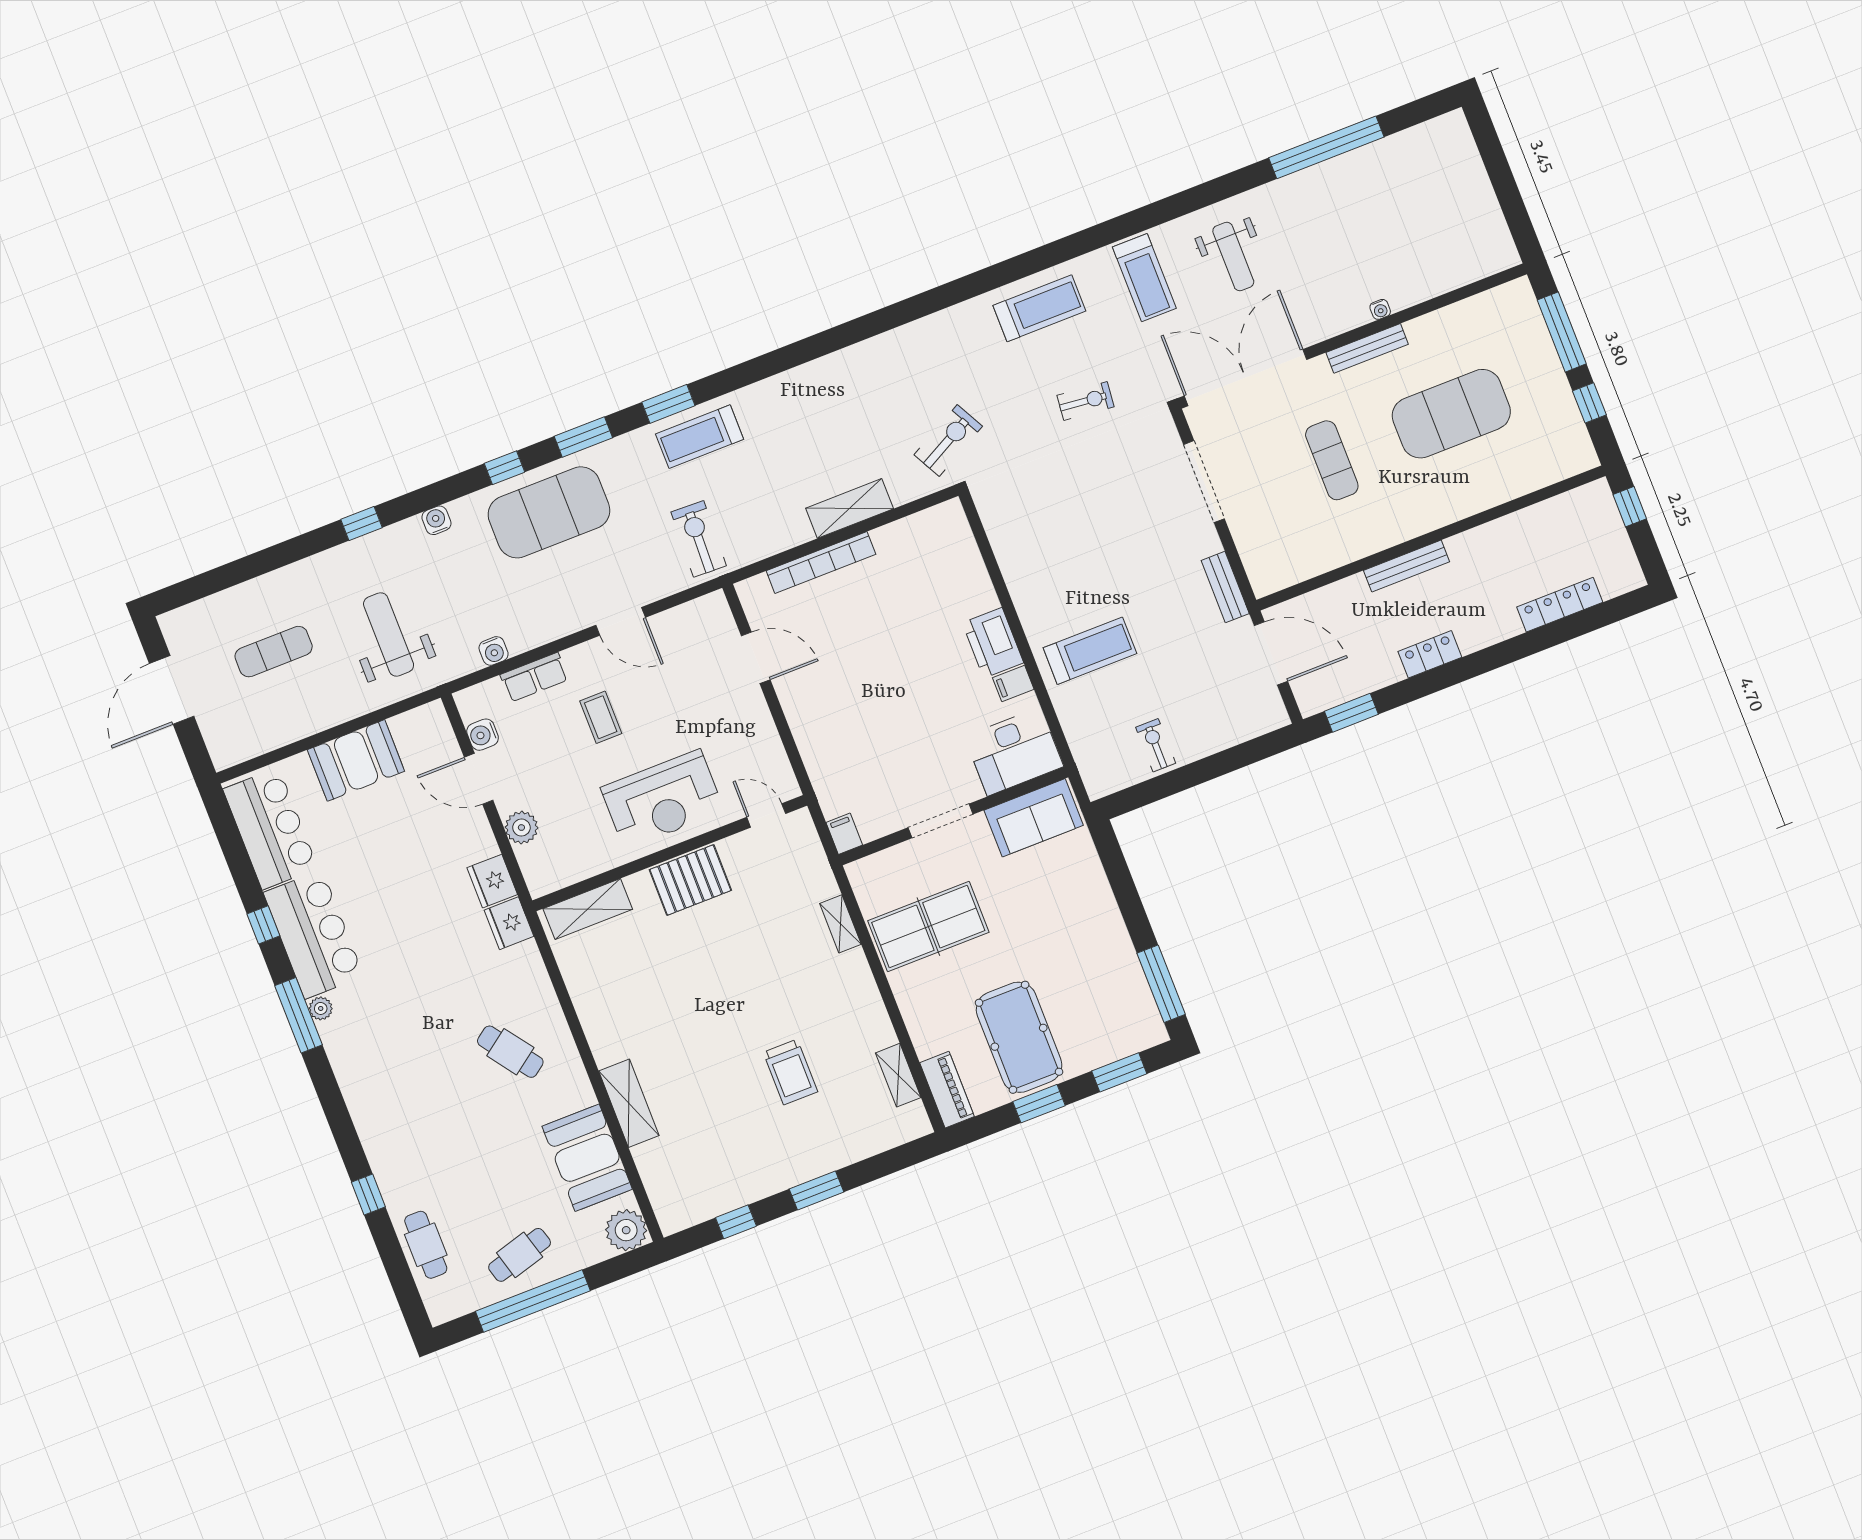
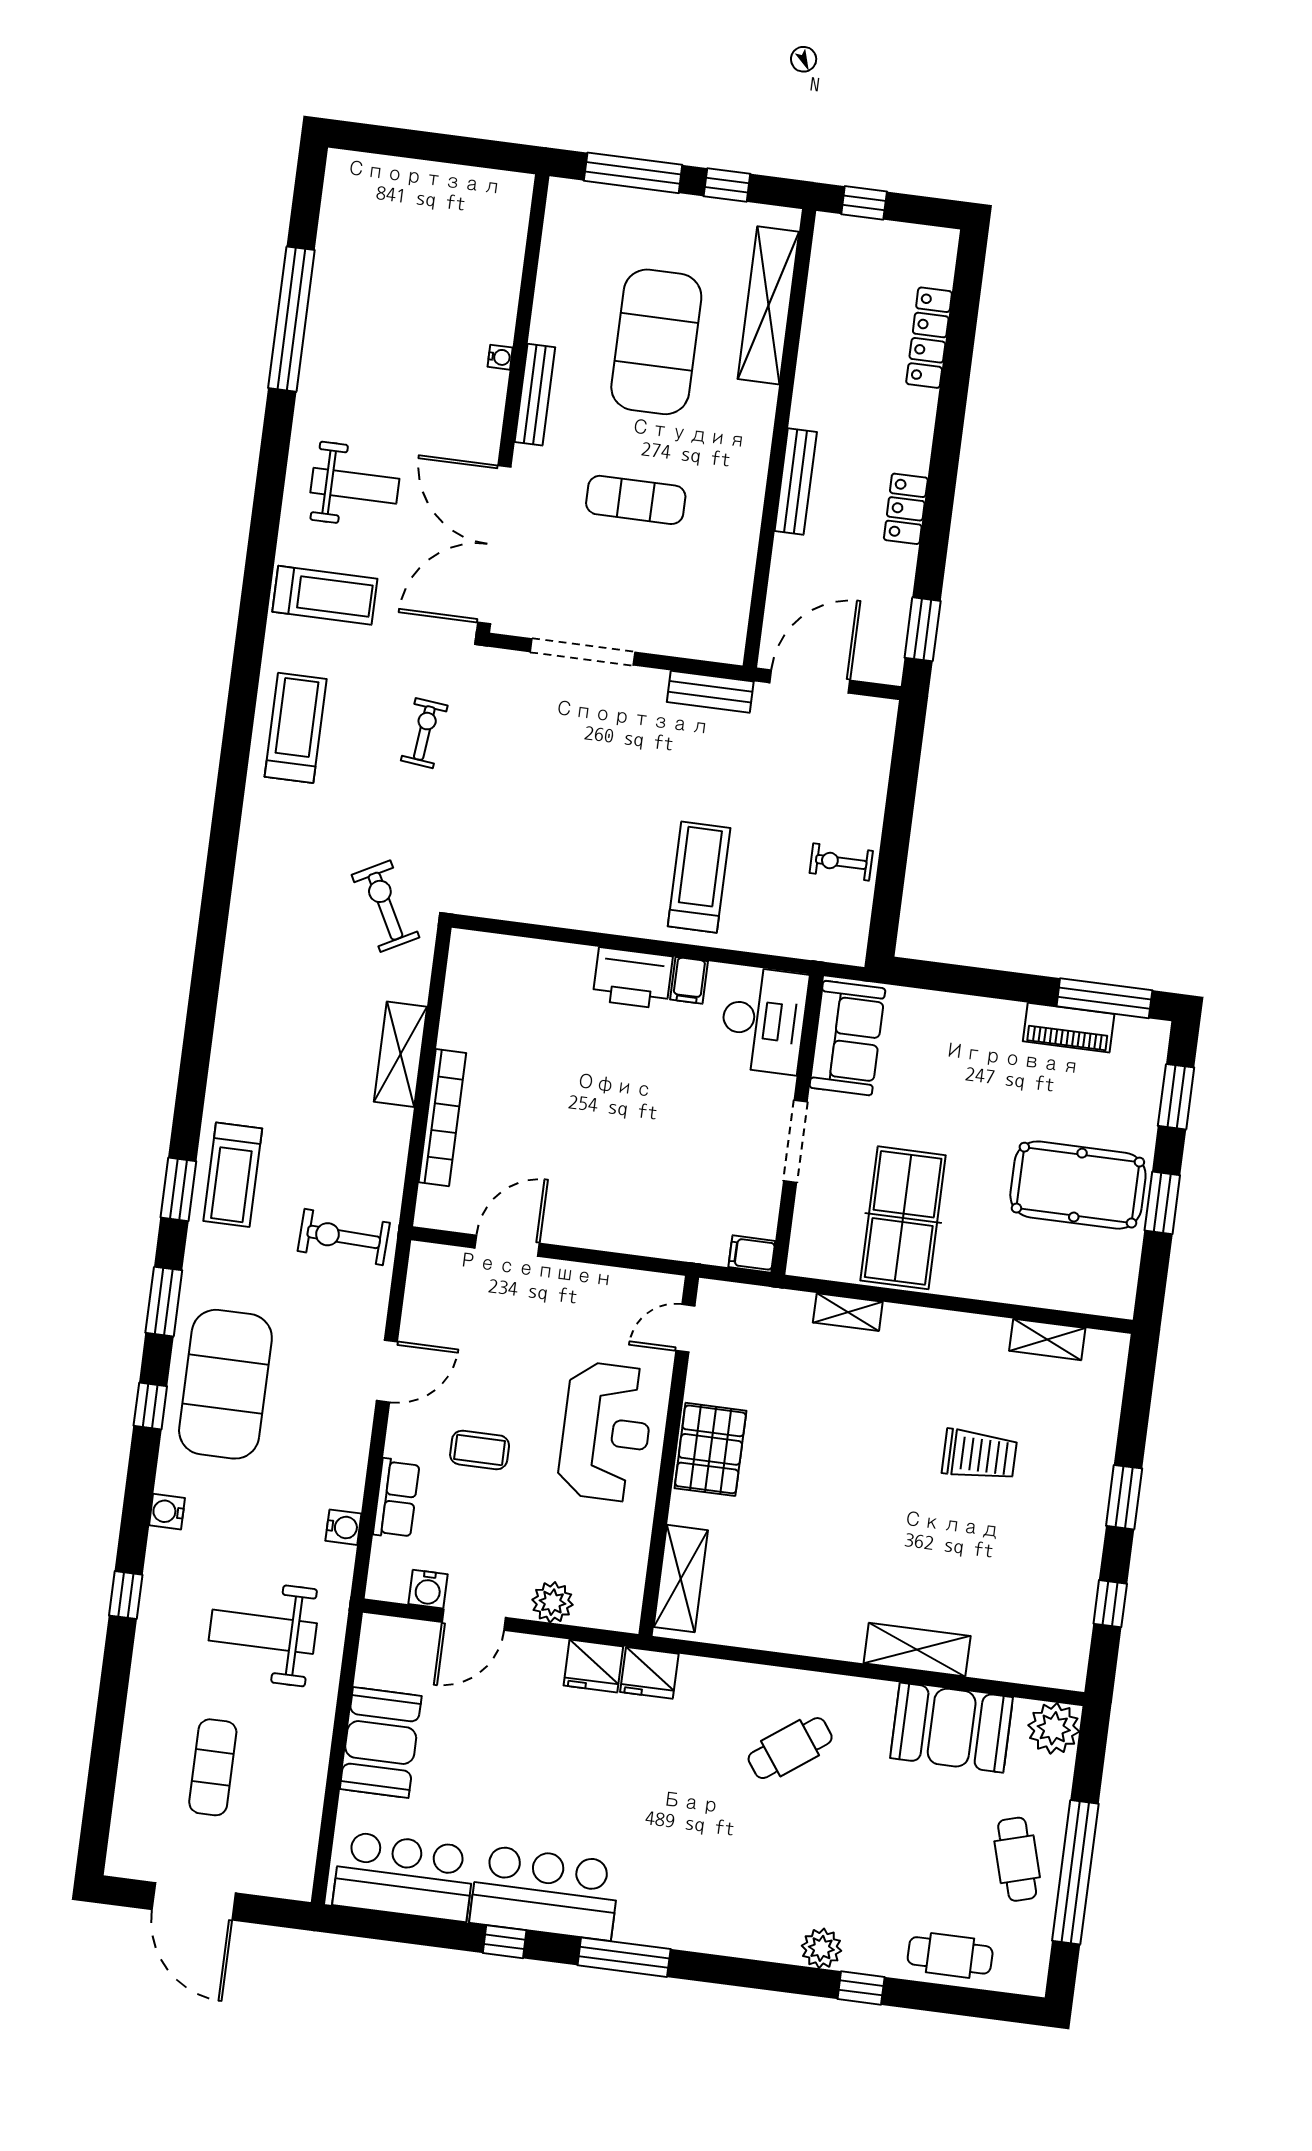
shelving: (1520, 479) -> (768, 305), added
plant: (321, 1008) -> (821, 1948), moved, width x1.38, depth x1.38
piano: (947, 1090) -> (1069, 1028), moved, turned 180

